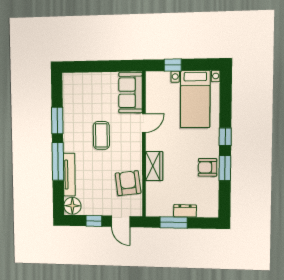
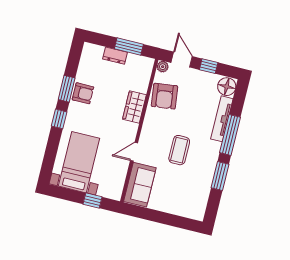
plant: (137, 211) -> (163, 67), added

